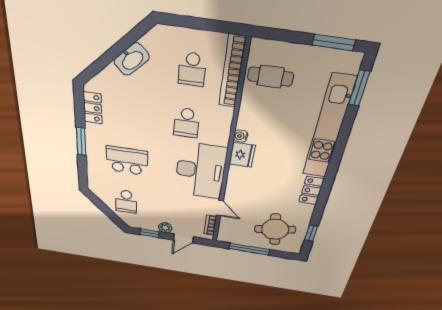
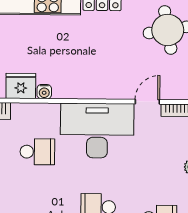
fridge: (242, 155) -> (21, 86), moved

